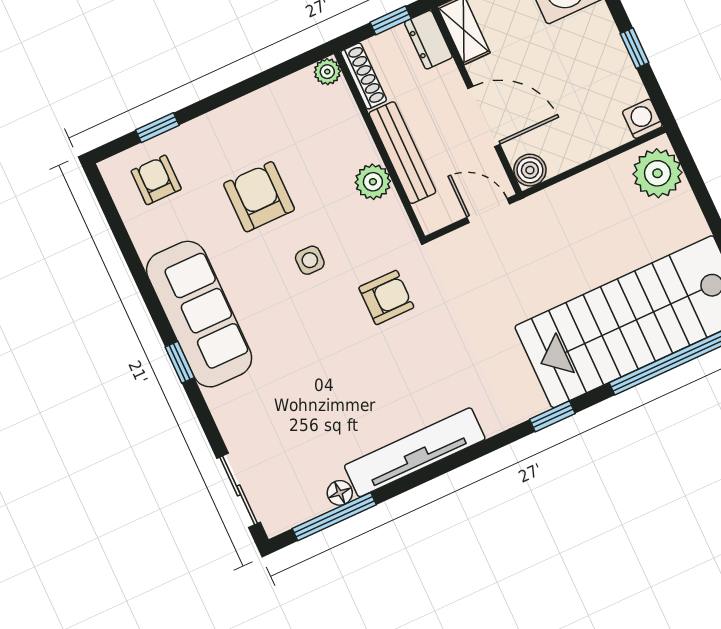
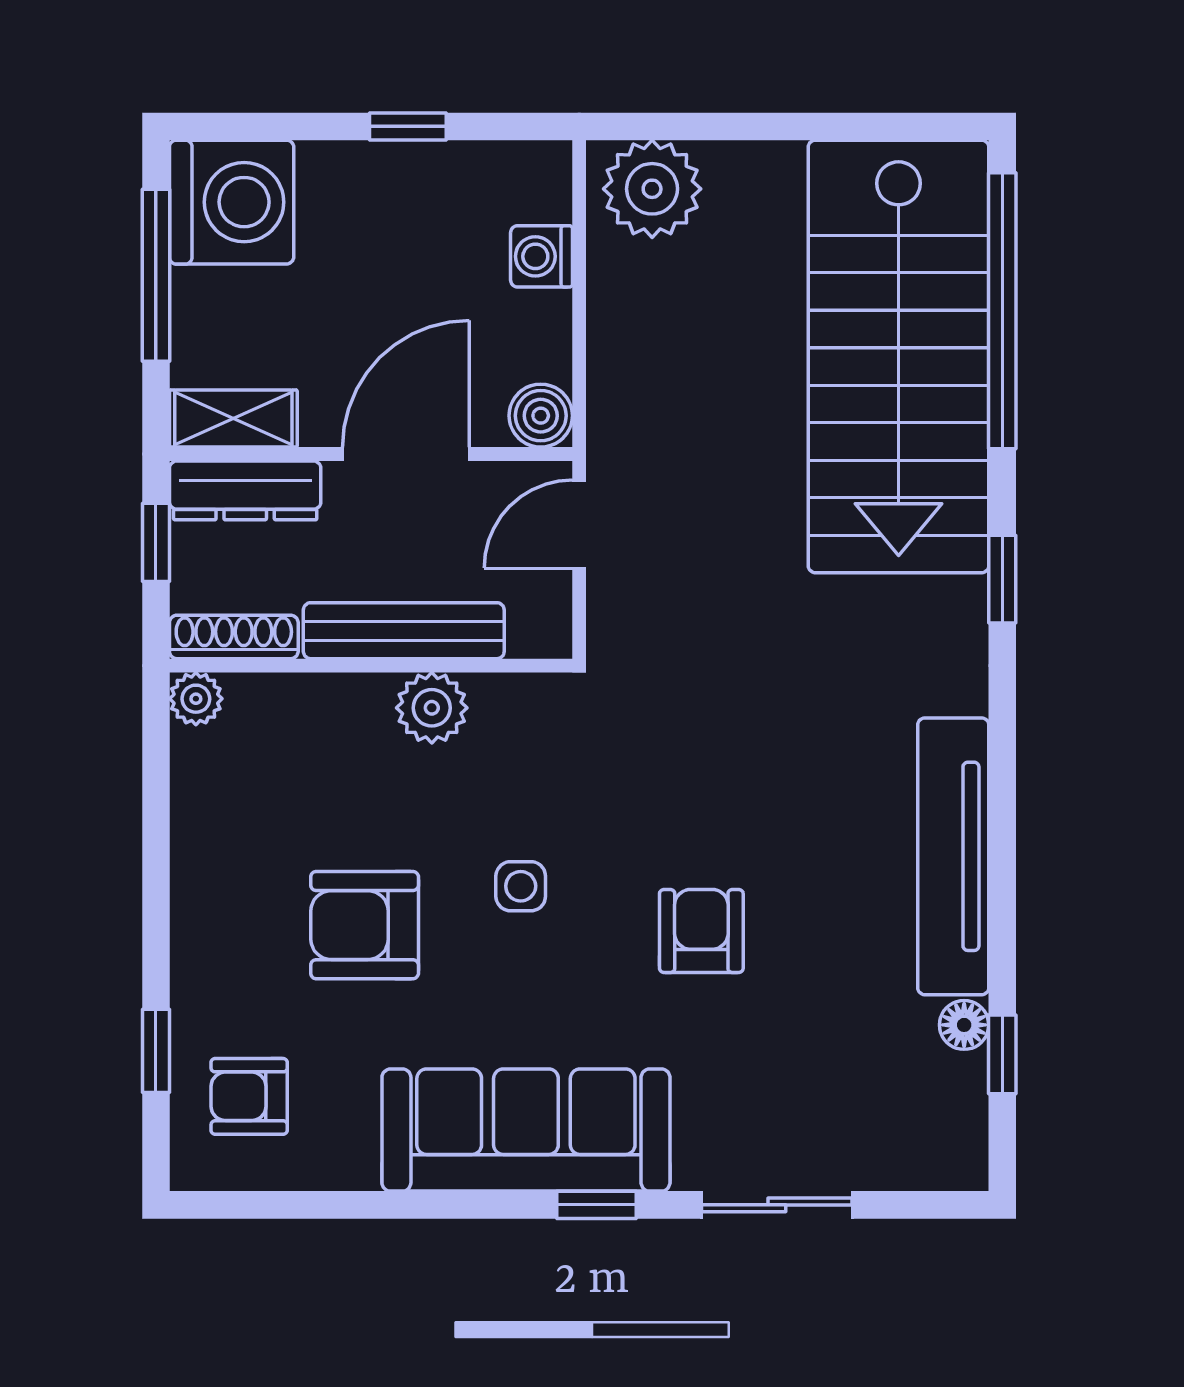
dresser: (428, 40) -> (245, 490), width x1.44
washing machine: (642, 119) -> (541, 256), moved
armchair: (386, 297) -> (701, 931), moved
sliding door: (239, 490) -> (777, 1205), moved
window: (334, 517) -> (1002, 1054), width x0.46

